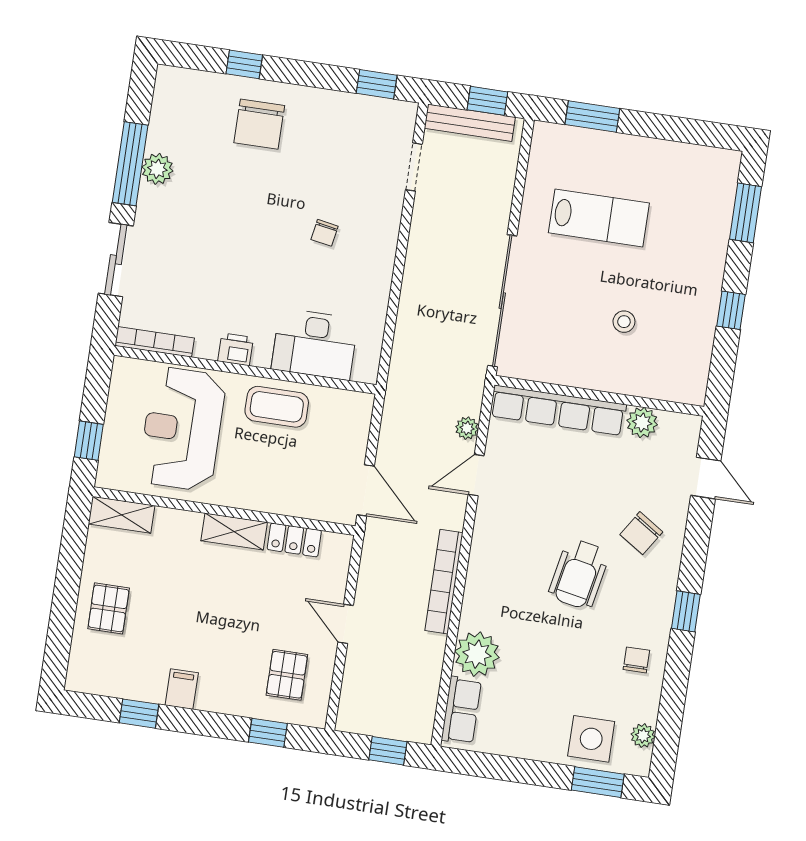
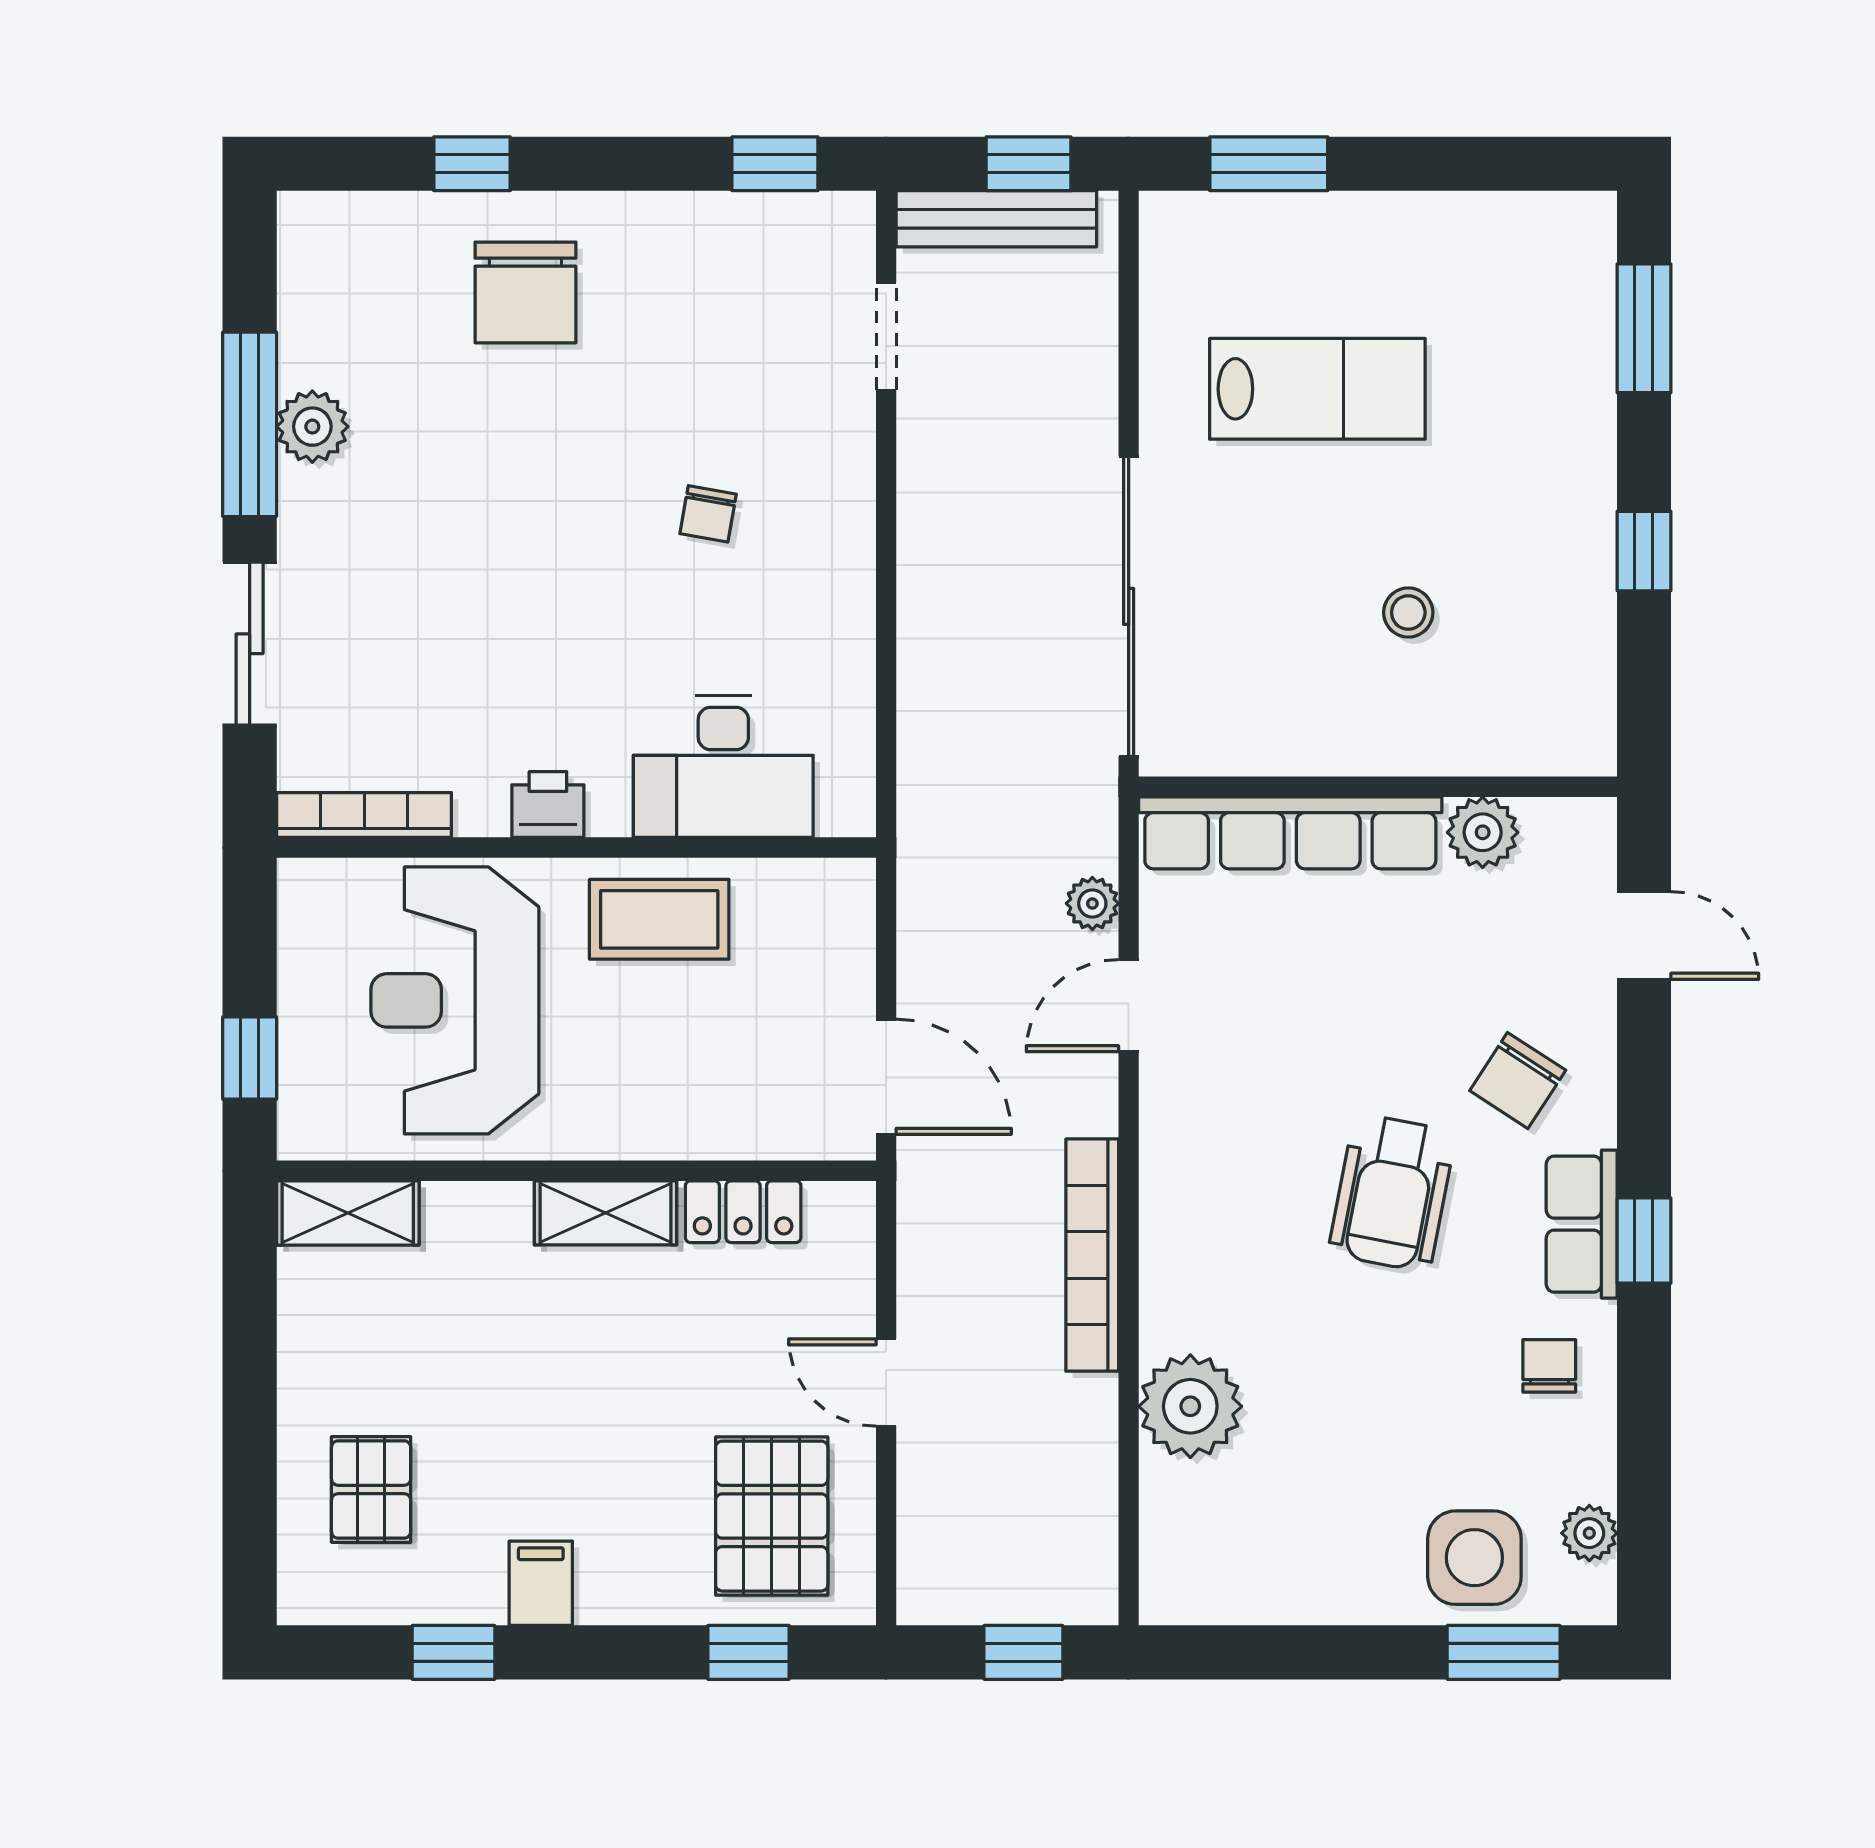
pallet: (109, 608) -> (371, 1489), moved
pallet: (287, 675) -> (772, 1516), width x1.50, depth x1.42
row of seats: (461, 710) -> (1582, 1224), moved, turned 180

